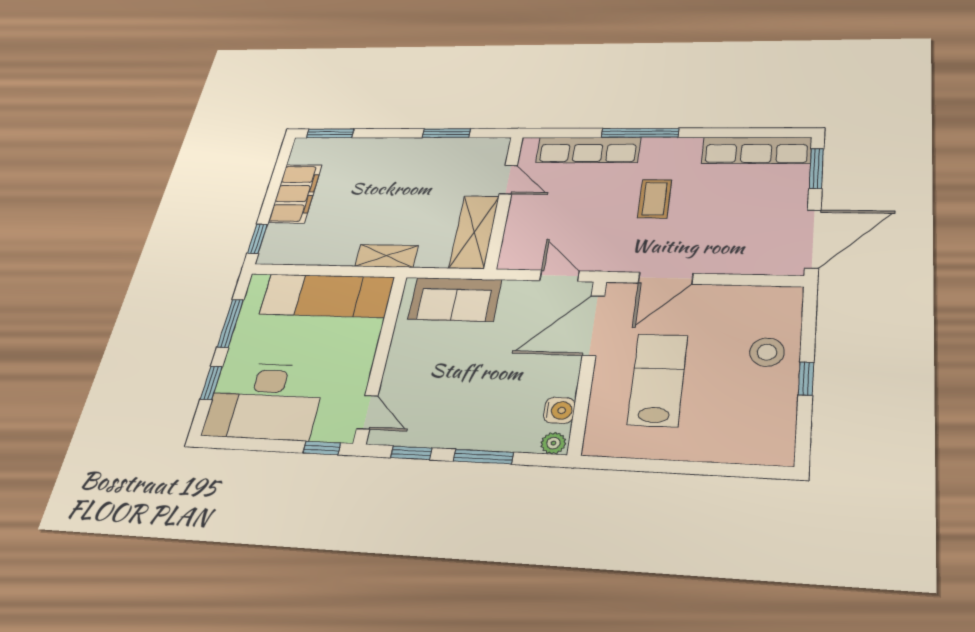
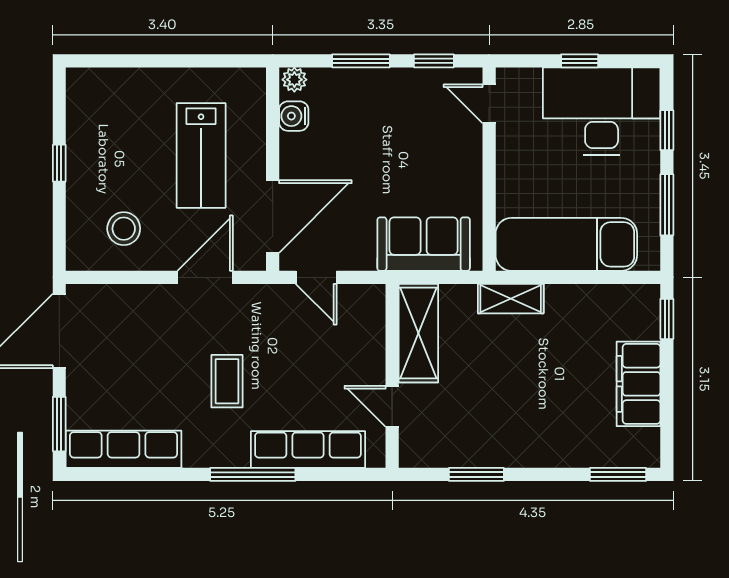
stool: (767, 352) -> (124, 229), moved
window: (322, 448) -> (580, 61), moved

